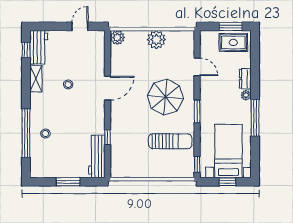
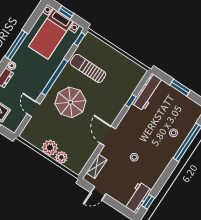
plant: (117, 37) -> (61, 157), moved
shelving: (36, 79) -> (97, 166), moved
door: (108, 88) -> (108, 136), hinge flipped
window: (197, 111) -> (55, 77), width x2.11

